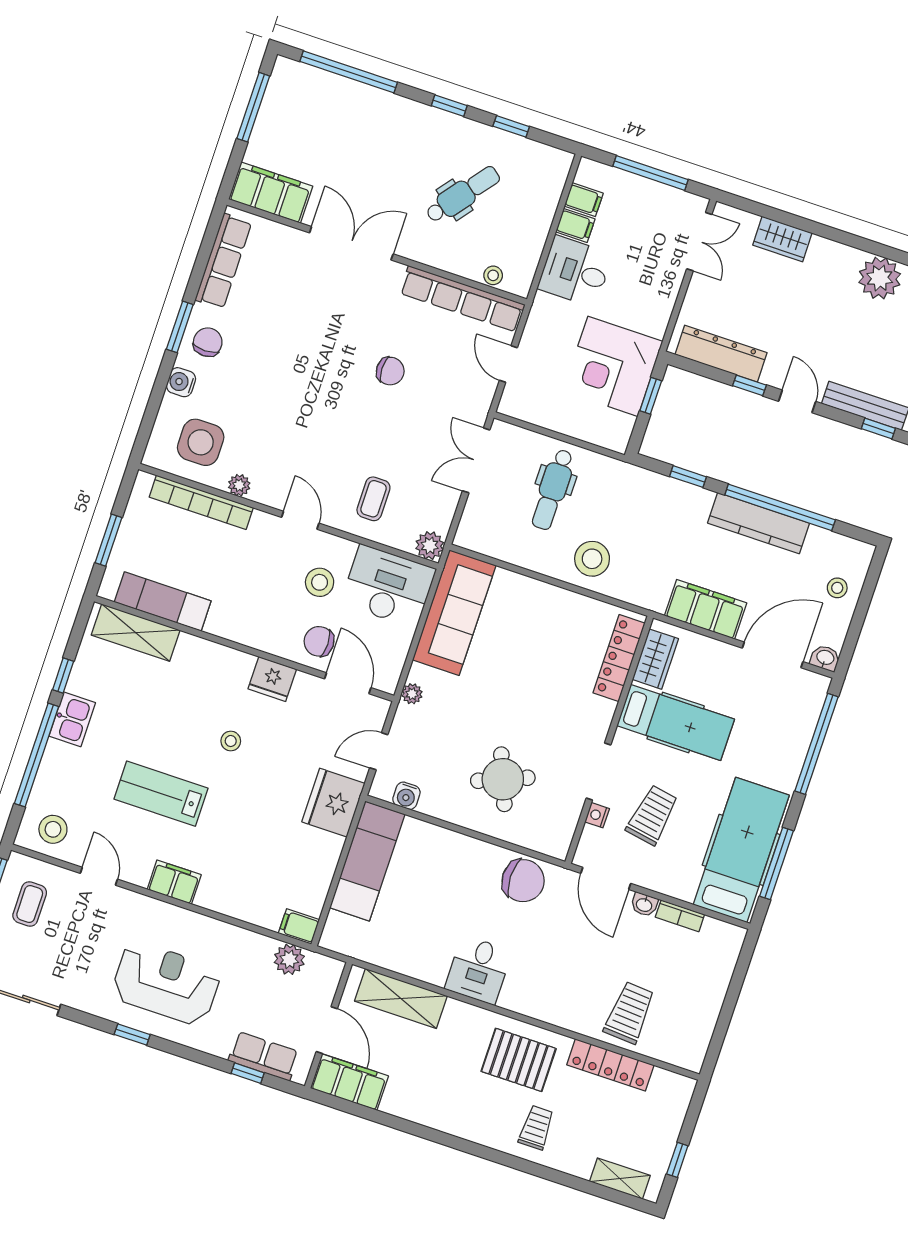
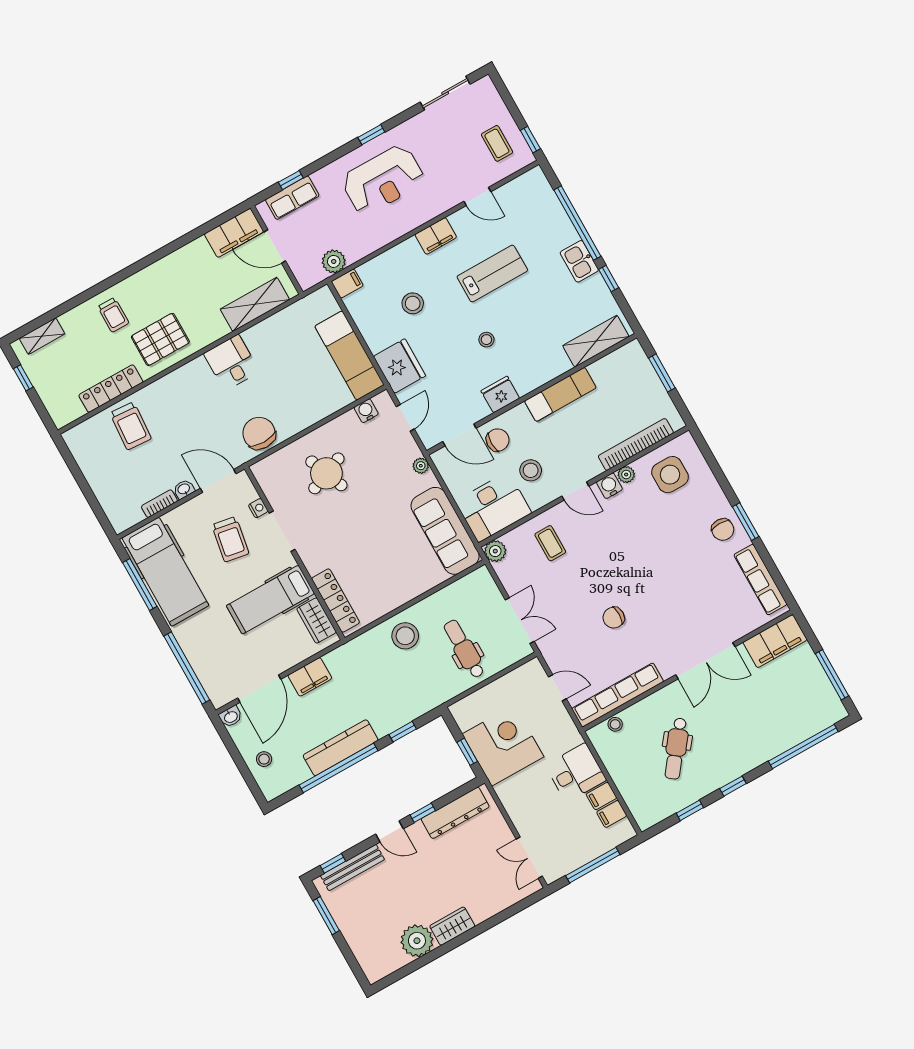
wardrobe: (782, 239) -> (452, 926), moved
water cooler: (181, 382) -> (609, 486), moved, turned -90
exam couch: (163, 601) -> (560, 394), moved
filing cabinet: (706, 609) -> (310, 677), width x0.67, depth x0.86
stool: (53, 829) -> (413, 303), moved
chair: (523, 881) -> (259, 433), turned 90

